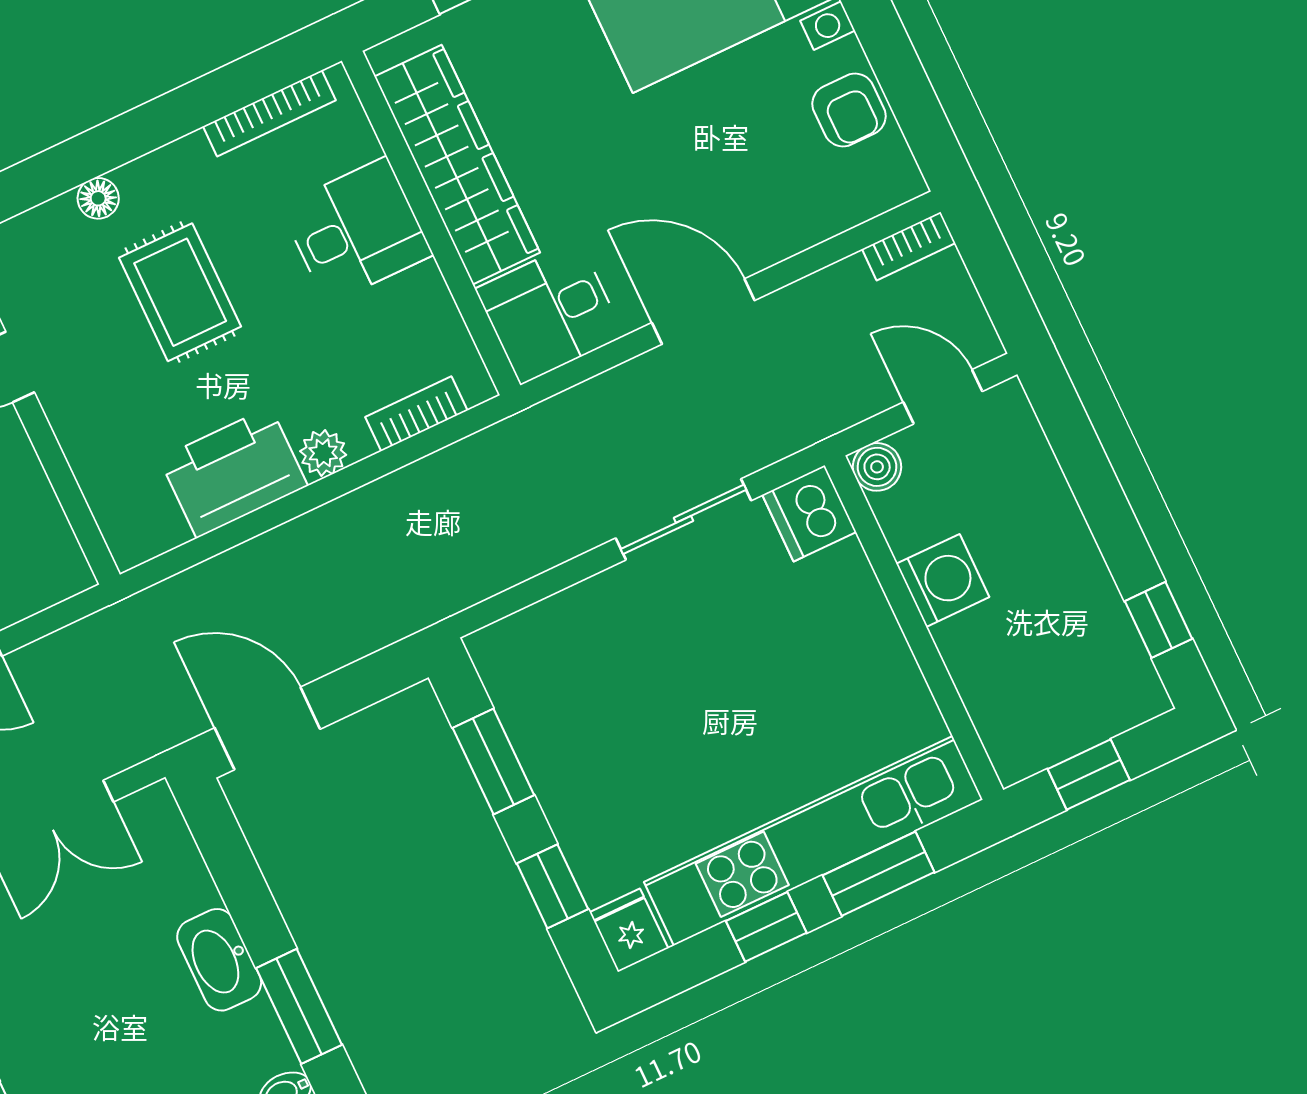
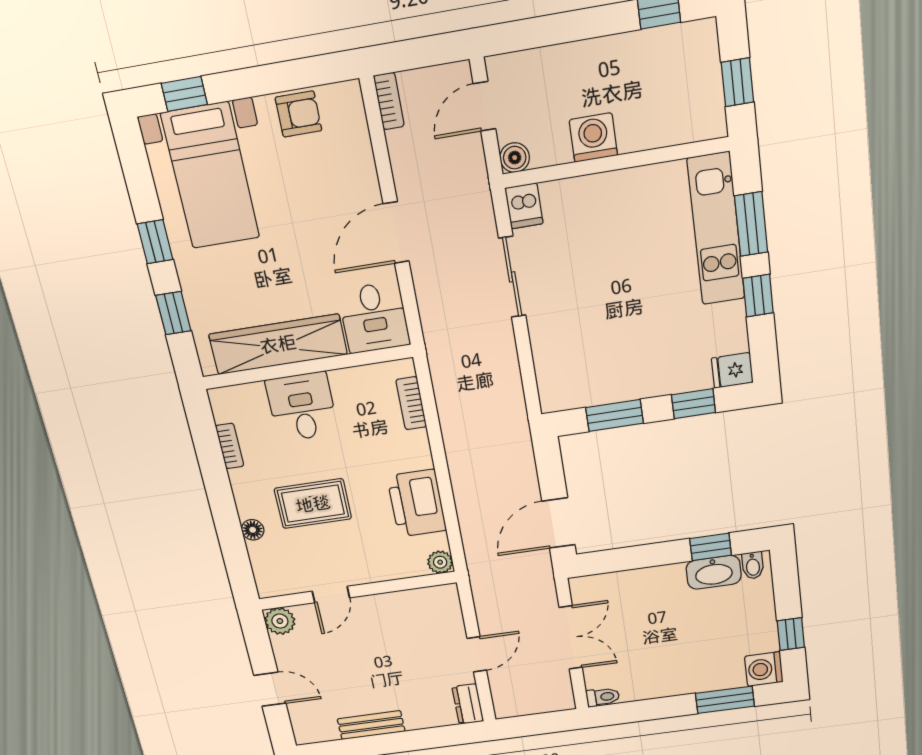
bookcase: (269, 113) -> (230, 446), width x0.64
plant: (323, 453) -> (440, 562), moved
dishwasher: (809, 513) -> (524, 206), width x0.73
kitchen unit: (813, 841) -> (716, 229), width x0.73
washbasin: (219, 960) -> (714, 572), moved
window: (299, 1006) -> (710, 547), width x0.67

